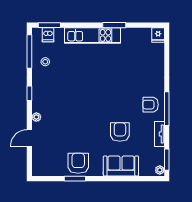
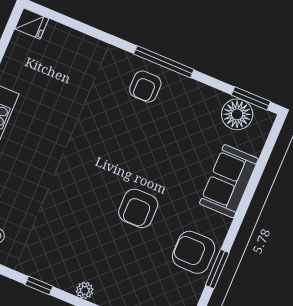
armchair: (120, 132) -> (138, 208), moved, turned -90
tv unit: (159, 134) -> (202, 92), removed
floor lamp: (156, 156) -> (237, 114), added
plant: (160, 170) -> (264, 118), removed

